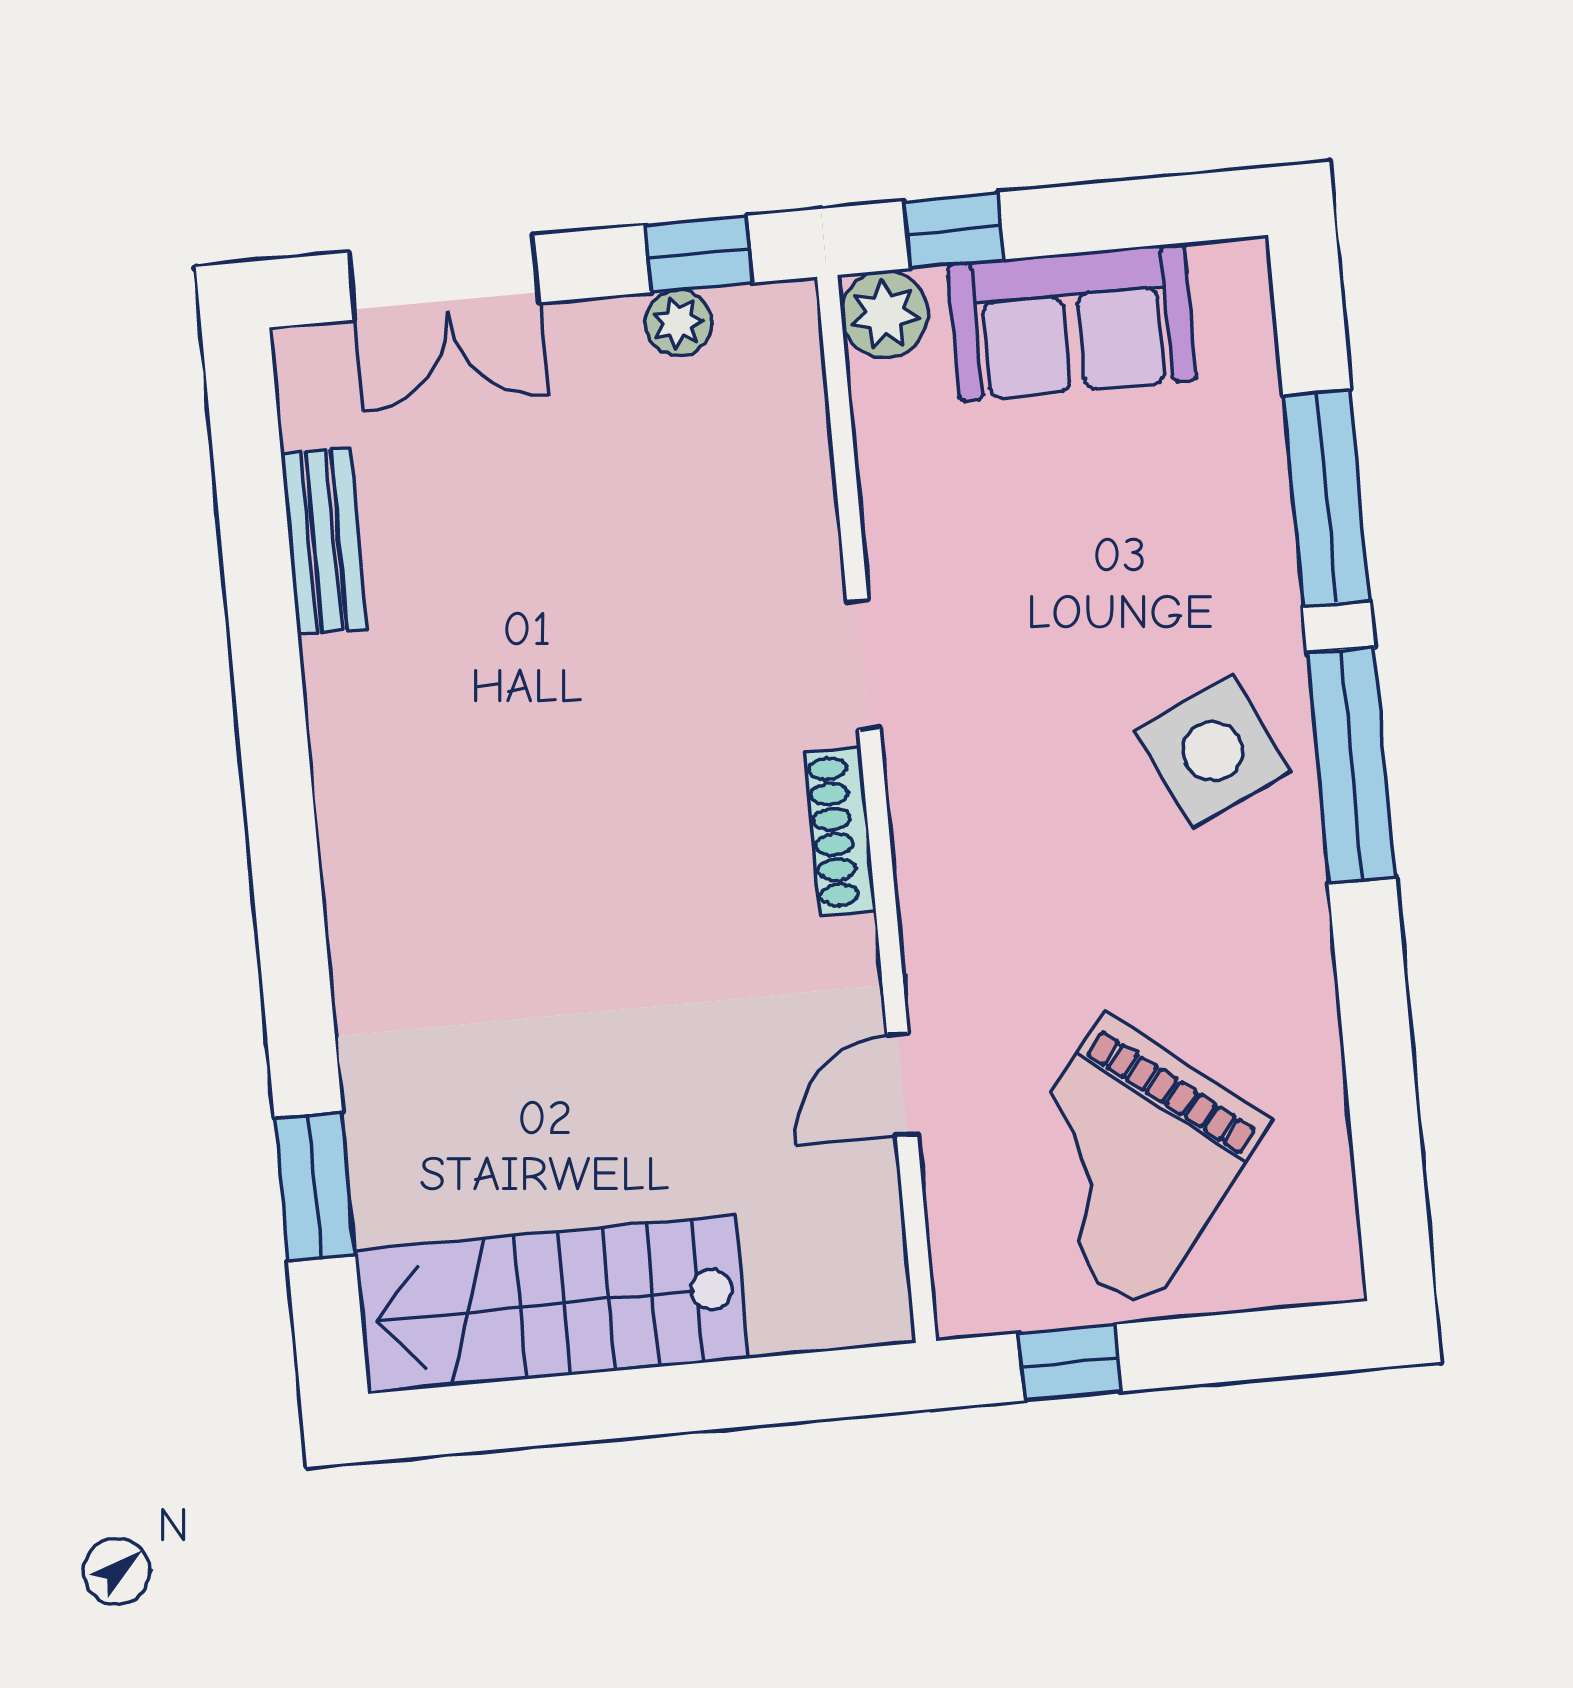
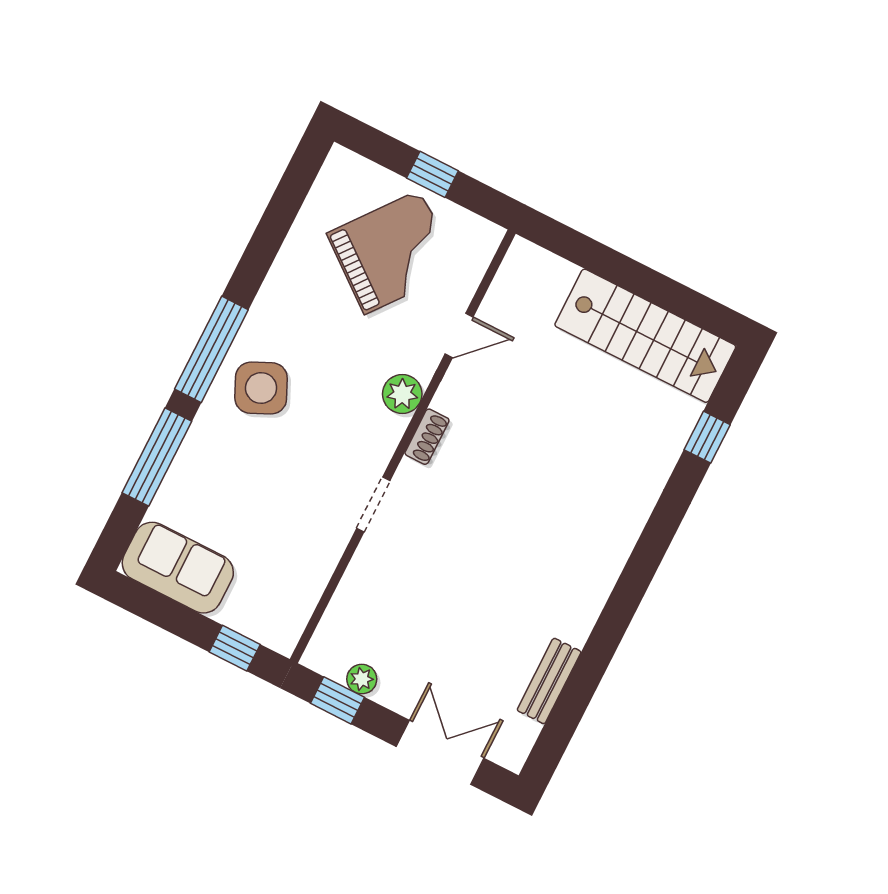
plant: (885, 314) -> (402, 394), moved
sofa: (1072, 322) -> (178, 568), moved
shoe rack: (840, 831) -> (427, 437), width x0.70
window: (315, 1187) -> (707, 437), width x0.67
window: (1070, 1362) -> (432, 174), moved

